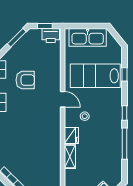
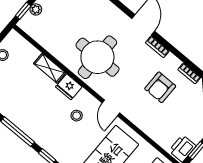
door: (63, 99) -> (111, 108), hinge flipped
round table: (39, 133) -> (97, 57), added

